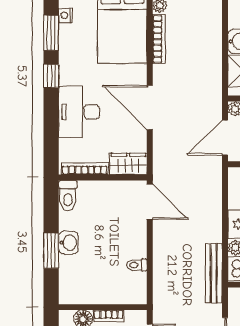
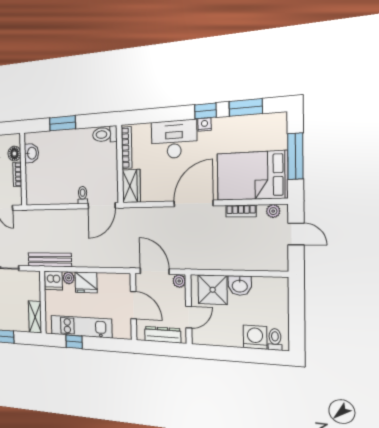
nightstand: (65, 15) -> (204, 124), moved
bookcase: (159, 39) -> (241, 211), width x0.64
door: (150, 107) -> (193, 203), moved
washbasin: (68, 243) -> (32, 153), moved, turned -90
toilet: (137, 265) -> (83, 195), moved

